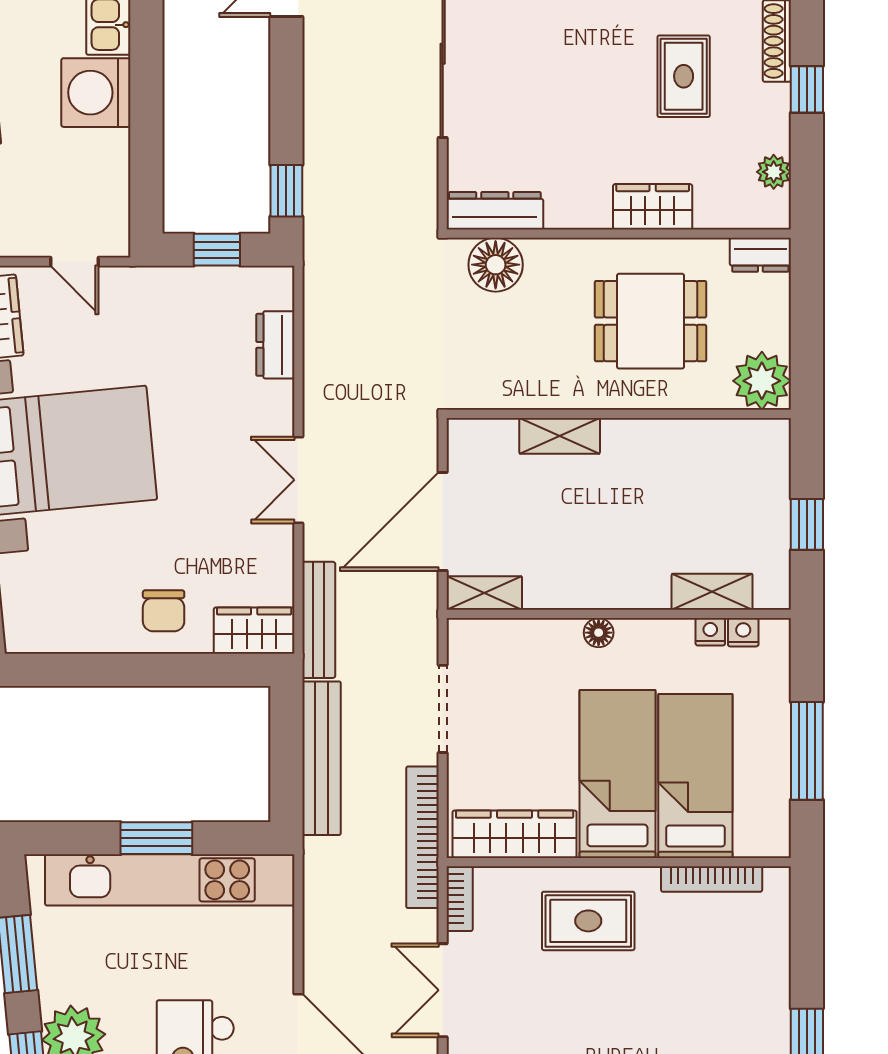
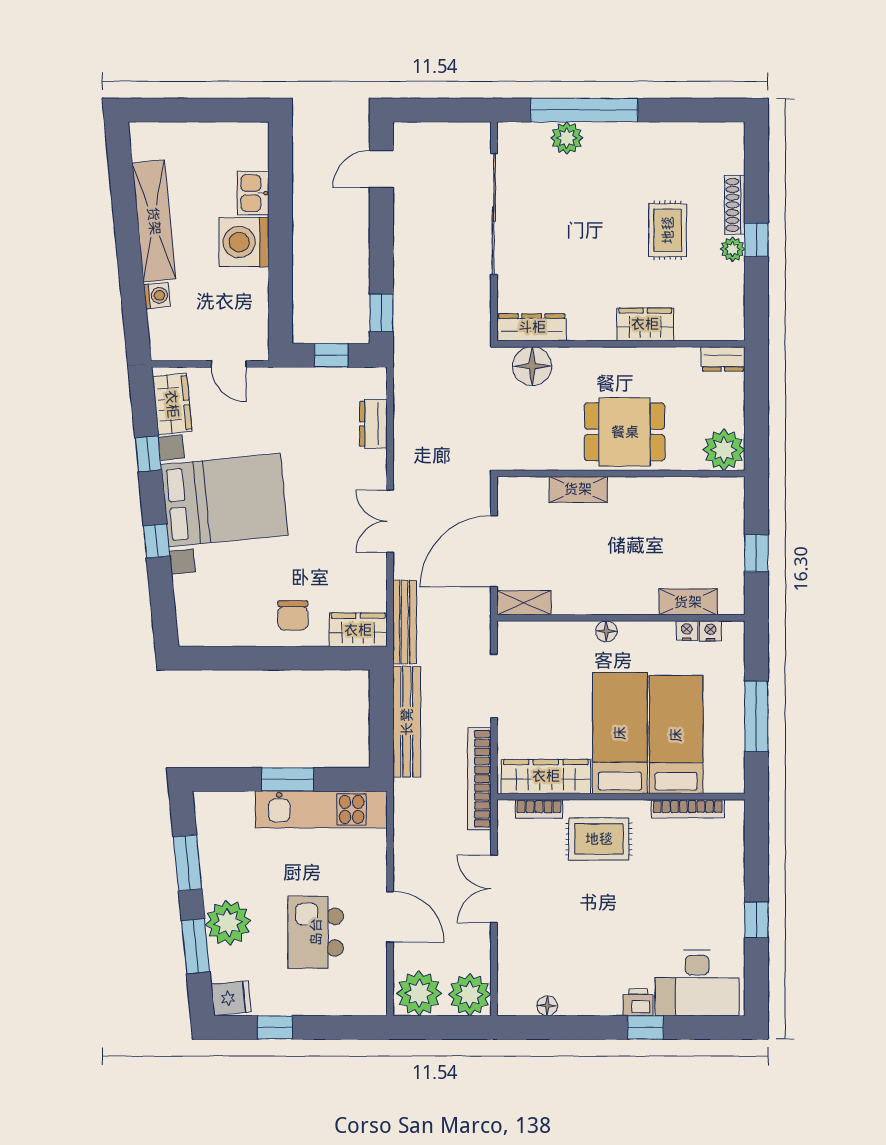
plant: (774, 172) -> (733, 249), moved
dining table: (651, 321) -> (625, 432), moved
kitchen unit: (170, 880) -> (321, 809), width x0.73
bookcase: (460, 899) -> (539, 809), moved, turned 90

